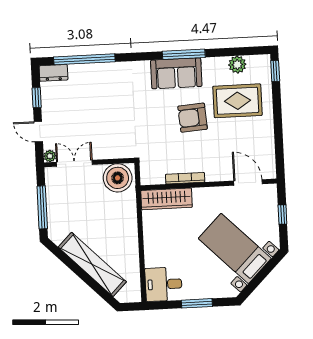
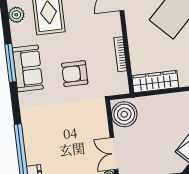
armchair: (193, 118) -> (75, 74), moved, turned 94
wardrobe: (167, 199) -> (155, 82), moved, turned -90

